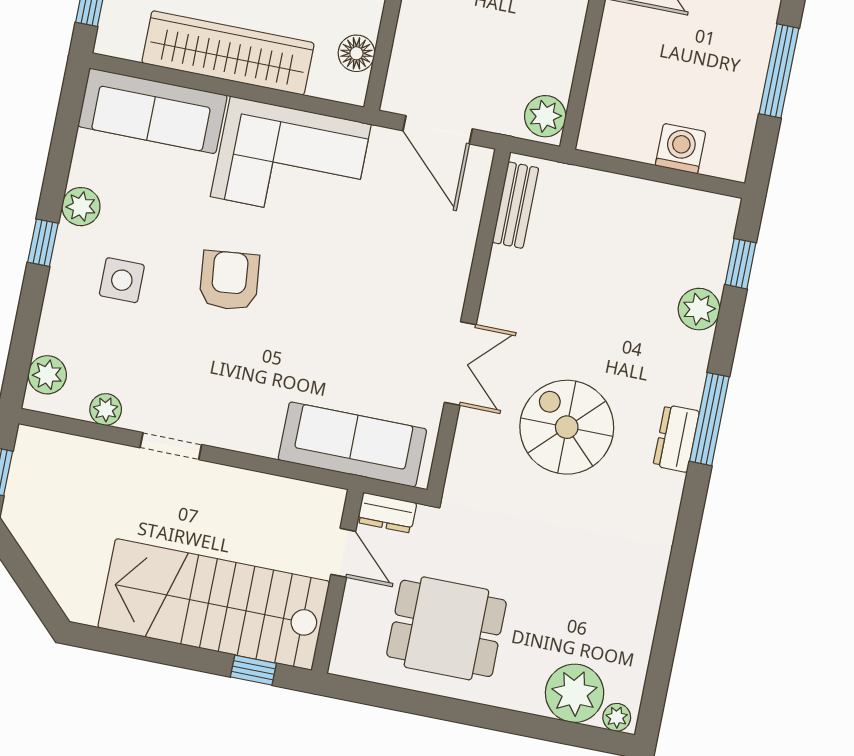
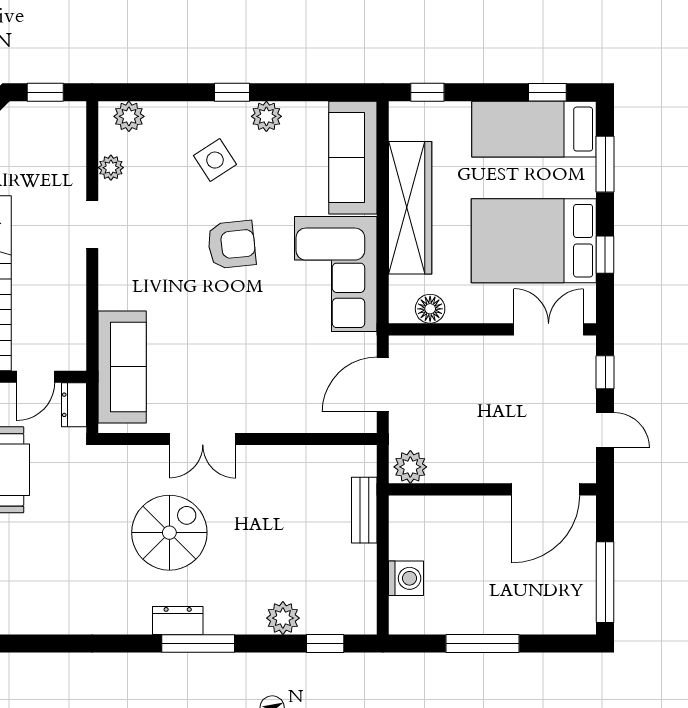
bench: (515, 205) -> (364, 510), moved, turned 90
side table: (122, 280) -> (215, 160), turned -33

